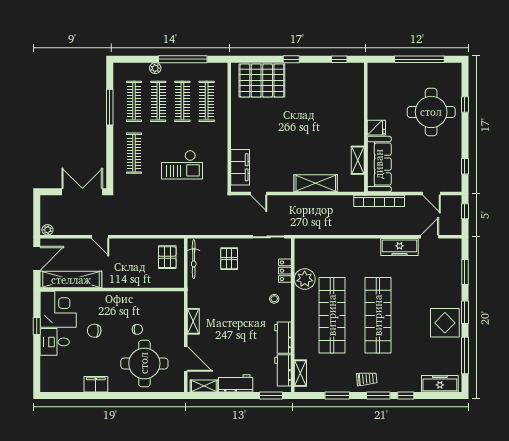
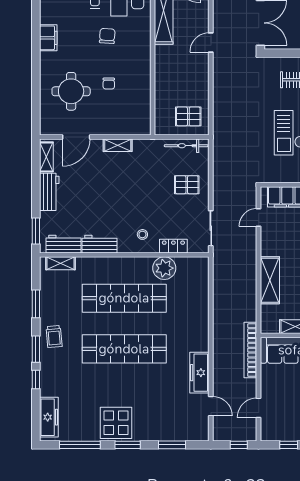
round table: (144, 363) -> (71, 91), width x0.73, depth x0.73

